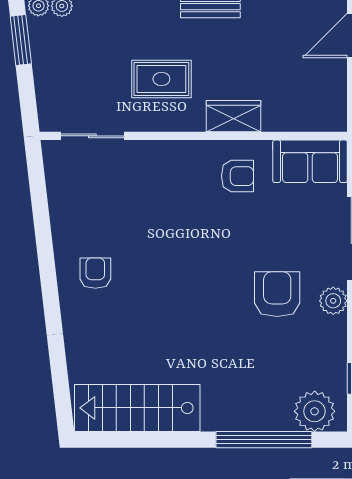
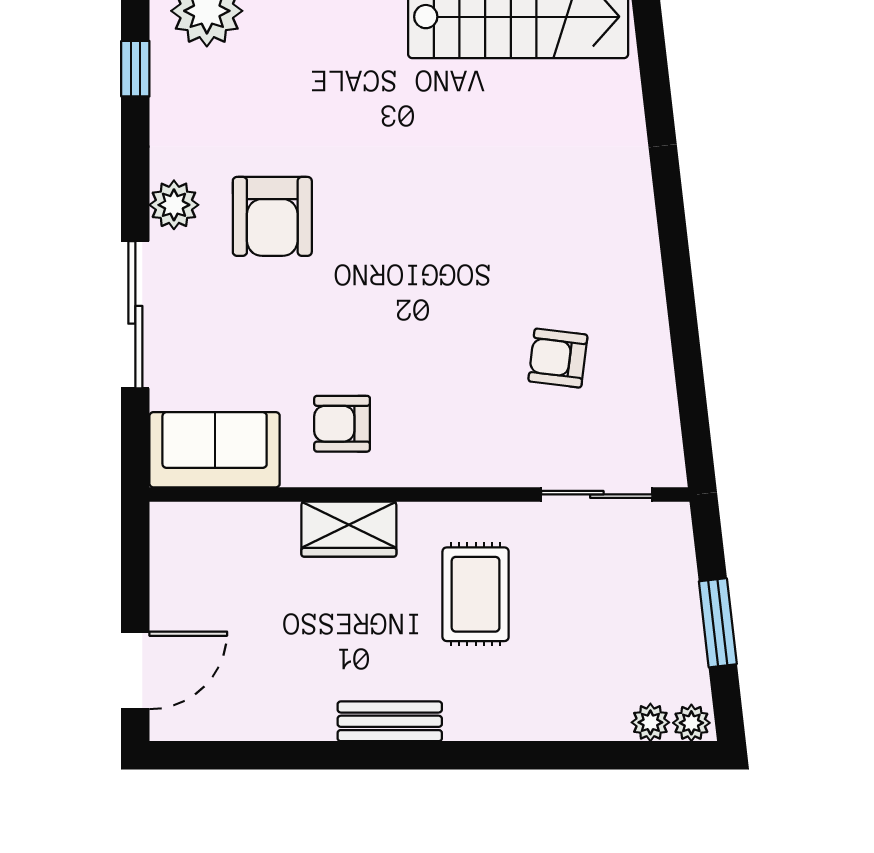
window: (21, 40) -> (718, 623), moved
rug: (161, 79) -> (476, 594), turned 90
armchair: (95, 273) -> (558, 358), moved, turned 97

